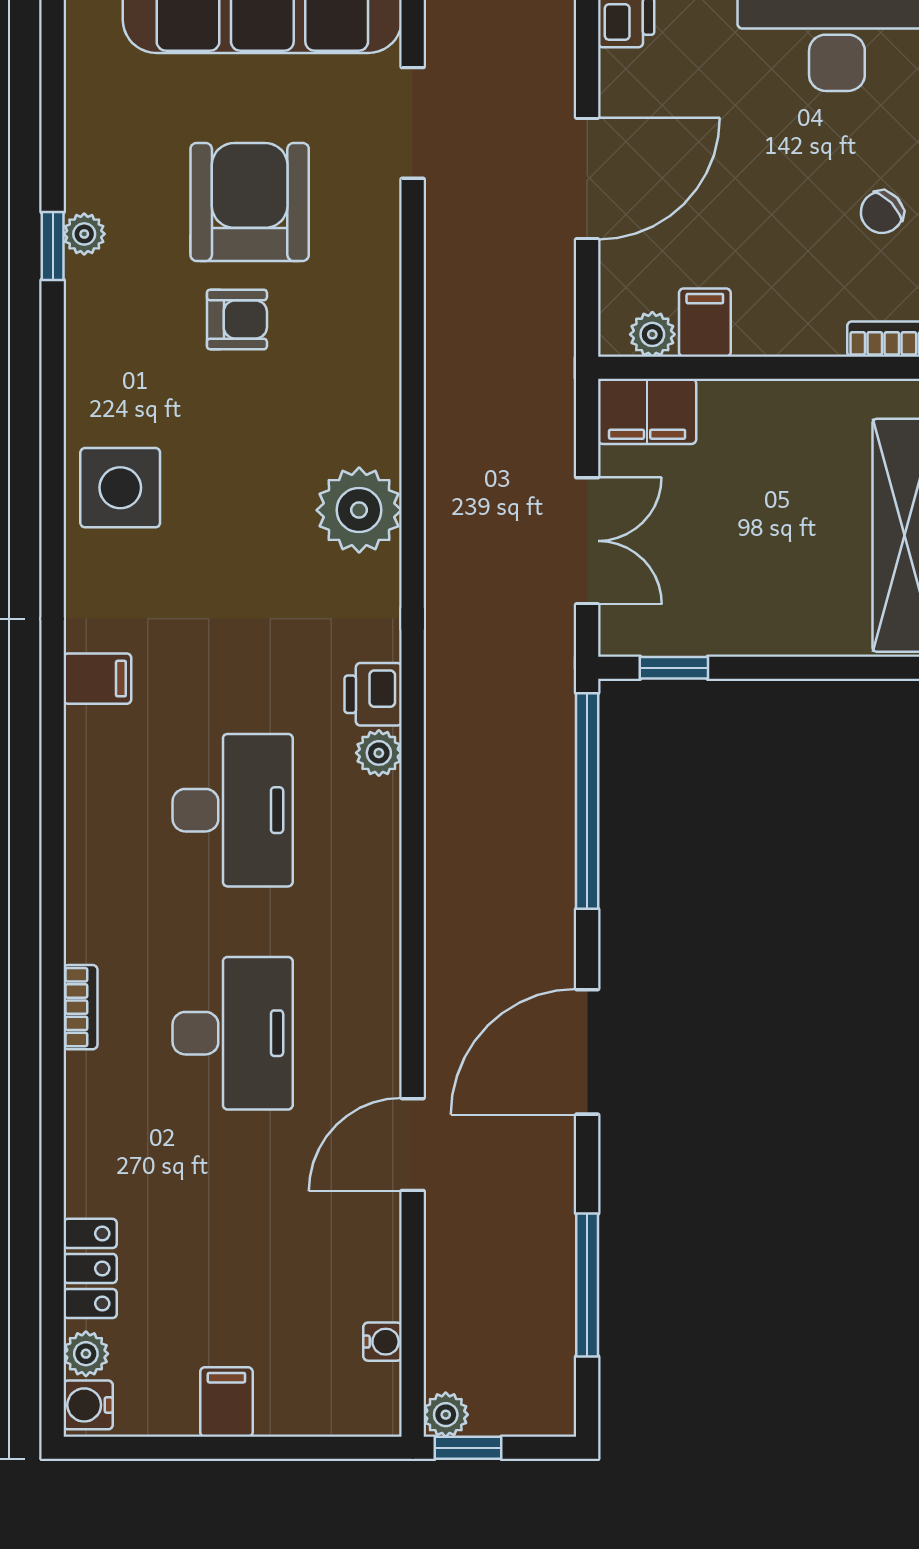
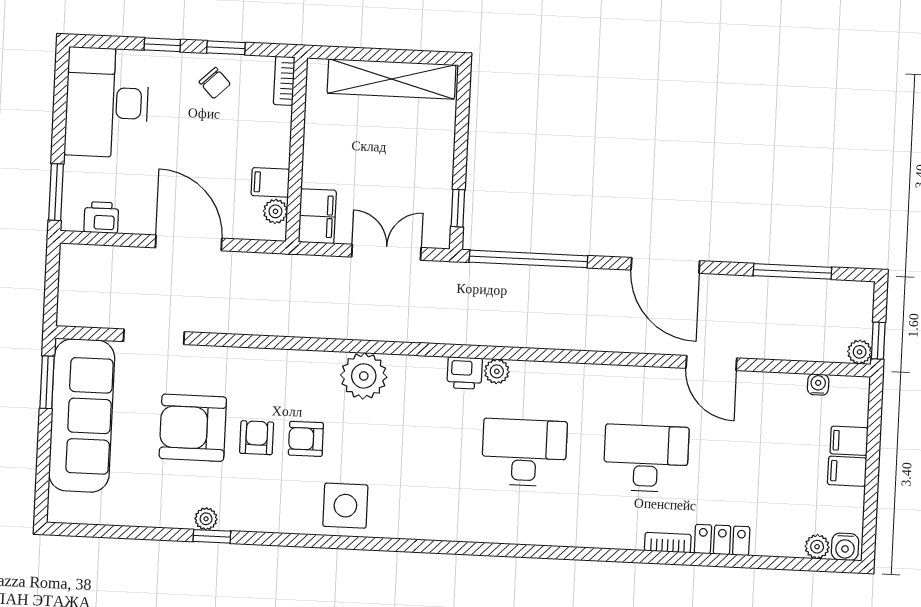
armchair: (239, 410) -> (306, 439), added
filing cabinet: (97, 679) -> (849, 441), moved, turned -90
bookcase: (80, 1007) -> (668, 543), moved
locker: (90, 1268) -> (722, 540), moved

